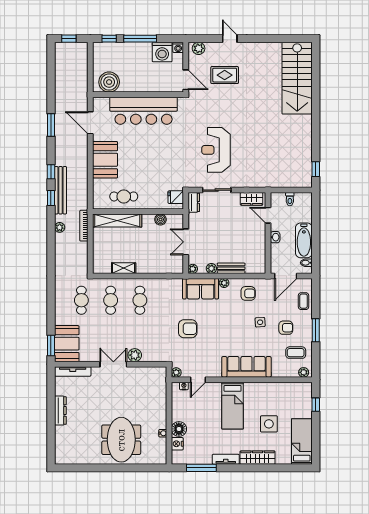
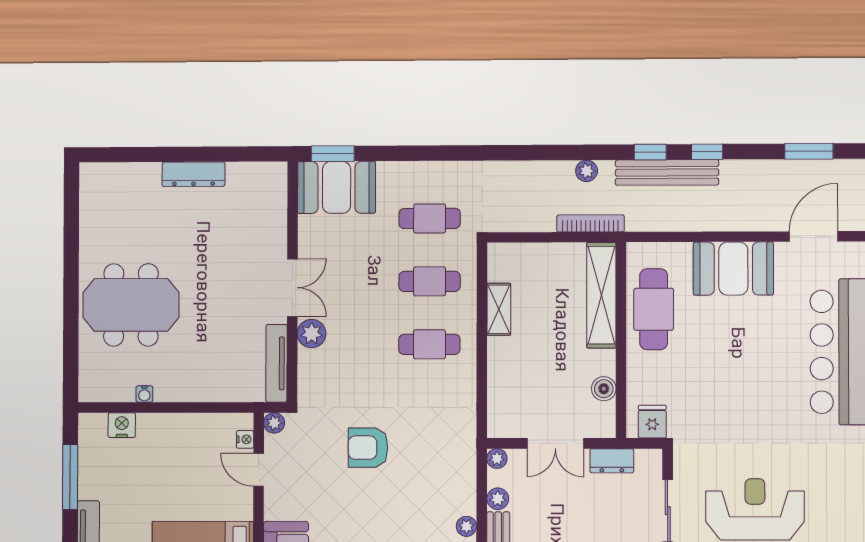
cafe table: (124, 196) -> (654, 309), width x1.37, depth x1.35
dresser: (194, 202) -> (612, 461), moved
double door: (186, 242) -> (555, 443), swing flipped
sofa: (201, 289) -> (454, 475), removed
armchair: (188, 329) -> (368, 448), turned 90
tv unit: (73, 371) -> (276, 363), moved
floor lamp: (179, 429) -> (153, 429), removed

